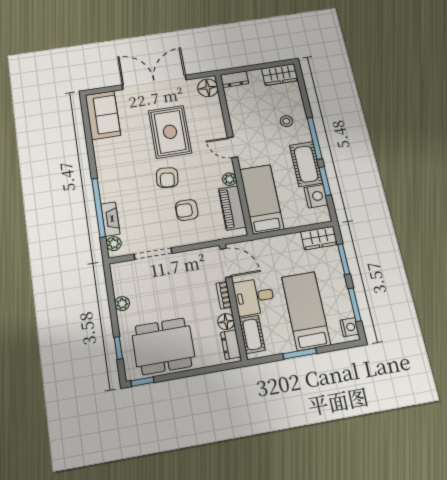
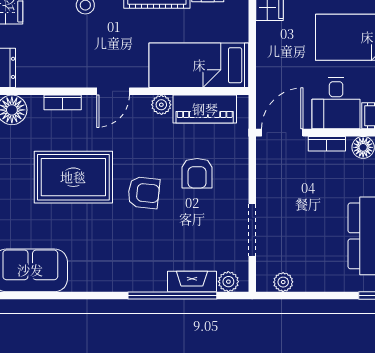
bookcase: (219, 117) -> (63, 102), added
plant: (122, 304) -> (283, 282), moved

